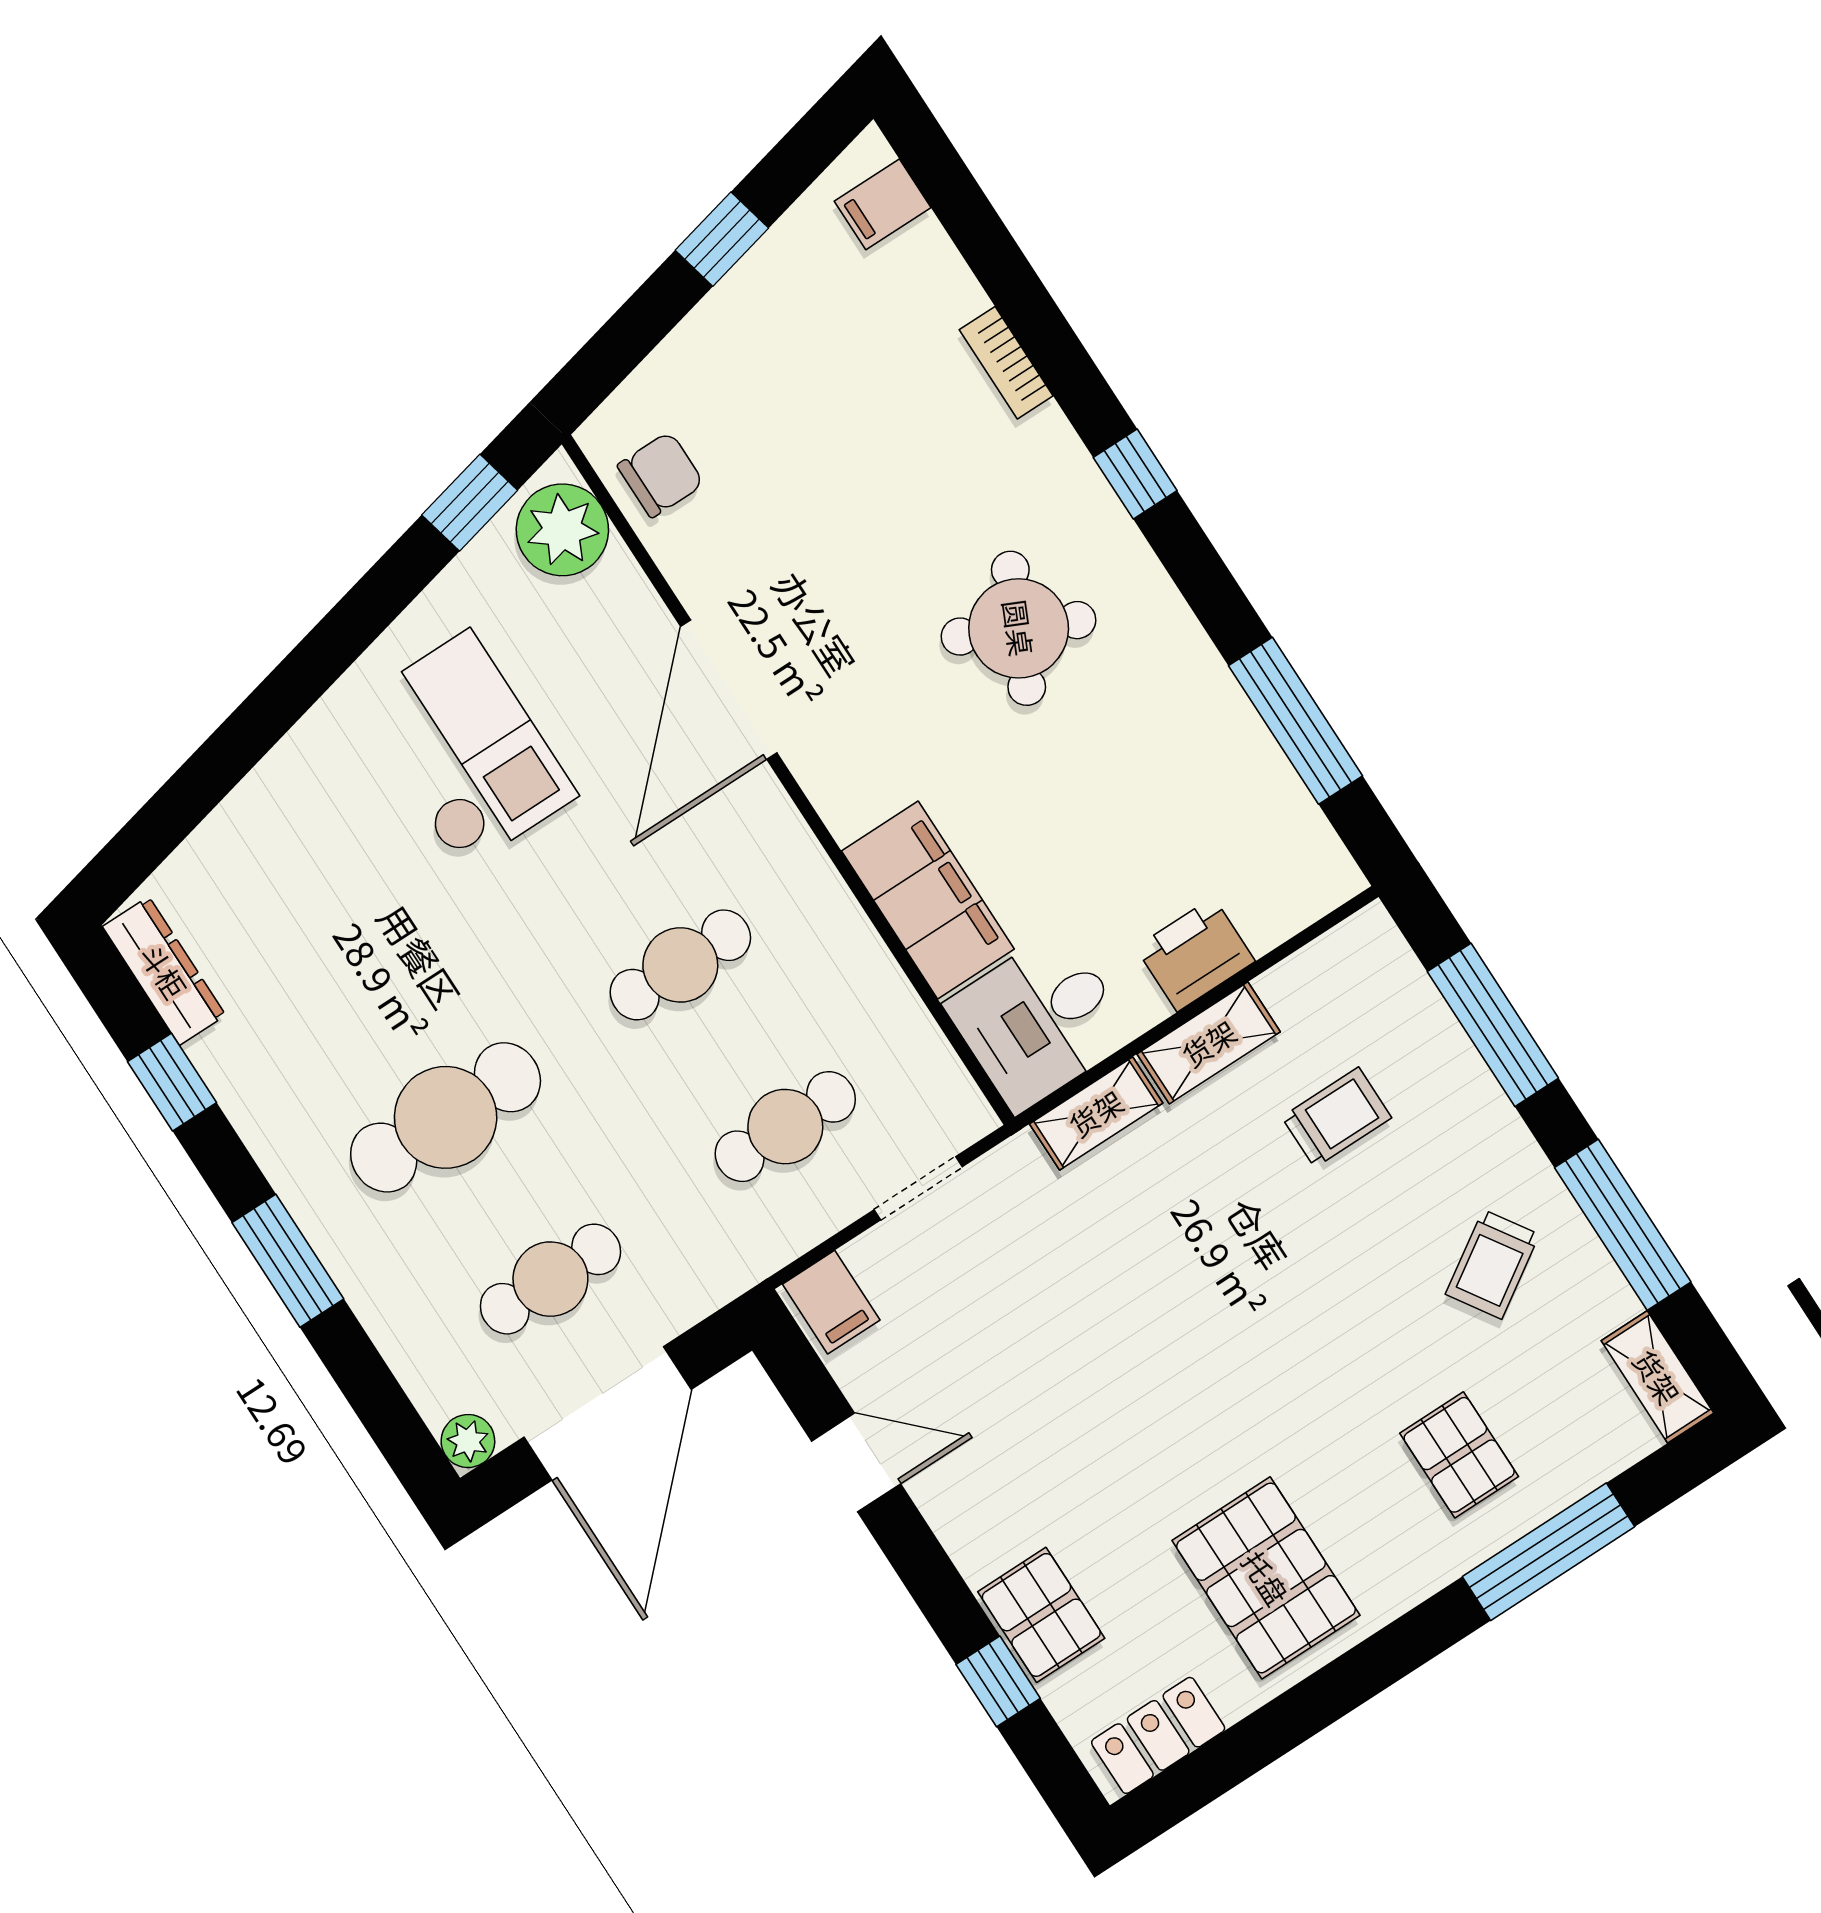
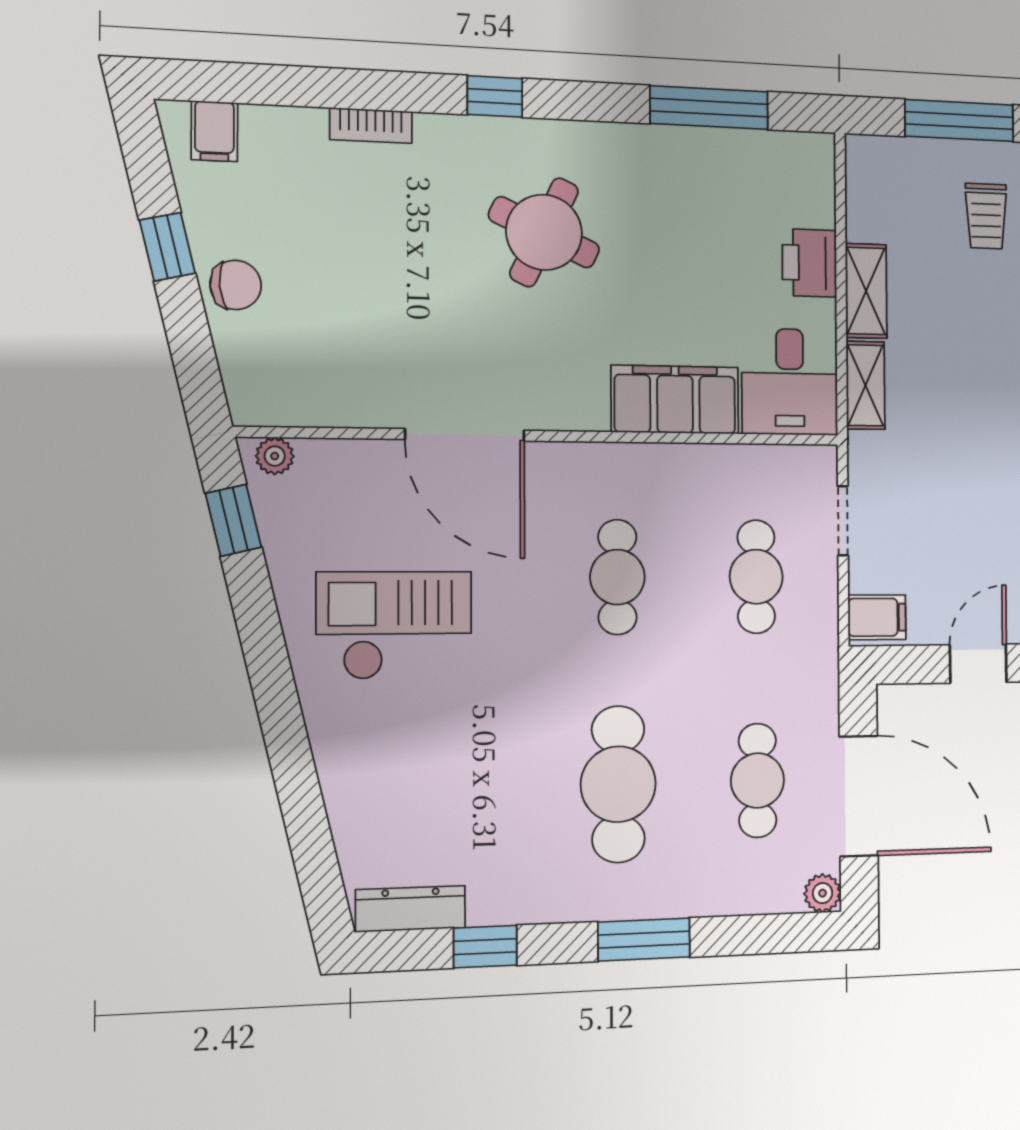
chair: (661, 475) -> (236, 285), moved, turned 85
plant: (562, 530) -> (275, 456), width x0.53, depth x0.53
trolley: (1337, 1117) -> (986, 216), moved, turned 180

